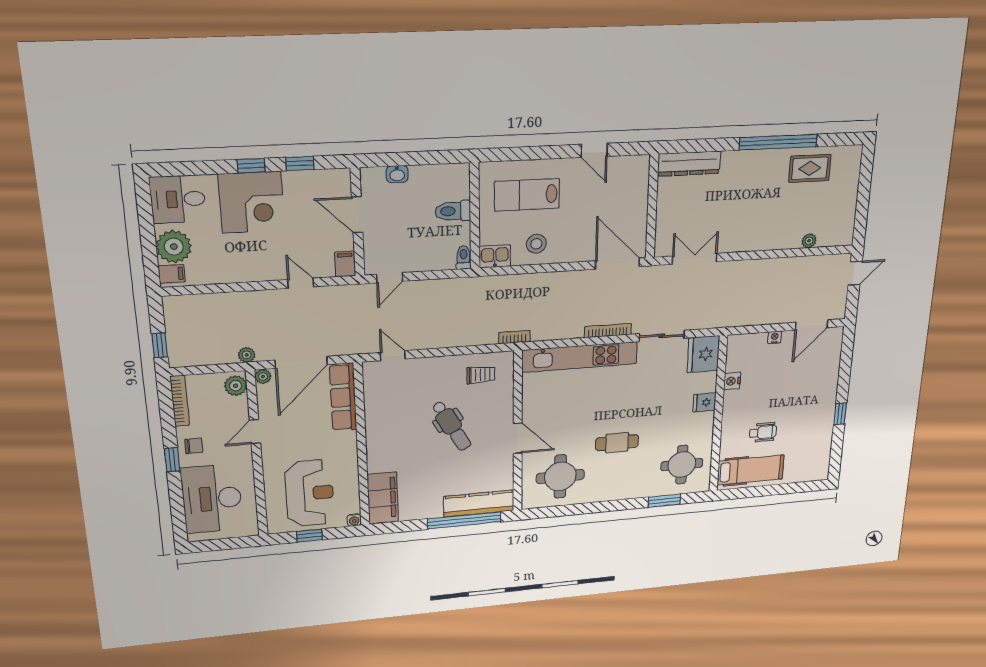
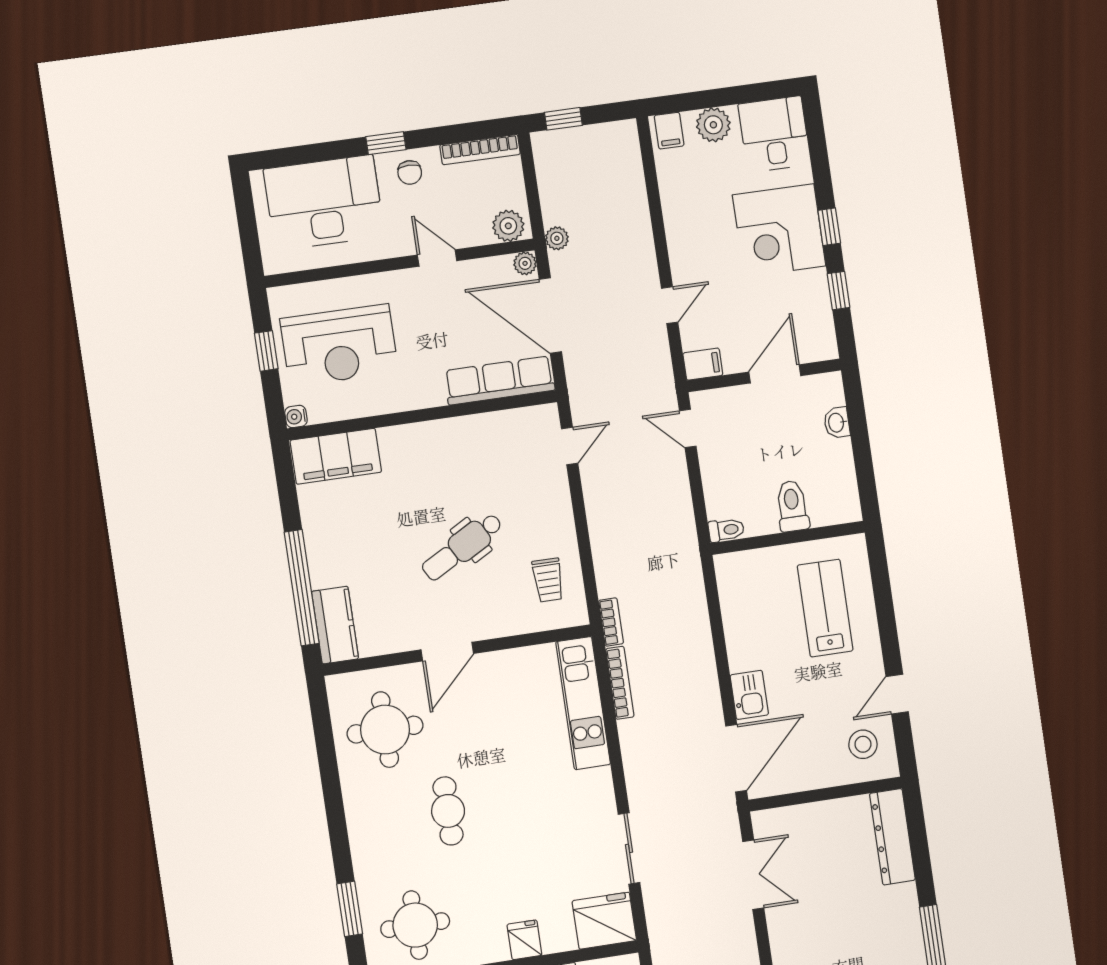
stool: (536, 244) -> (863, 744), moved
plant: (174, 247) -> (713, 125), width x0.73, depth x0.73
kitchen sink: (495, 256) -> (749, 695), moved
bookcase: (608, 331) -> (620, 683), moved
kitchen unit: (580, 357) -> (583, 703), width x0.73
kitchen counter: (479, 503) -> (335, 625), width x0.67

